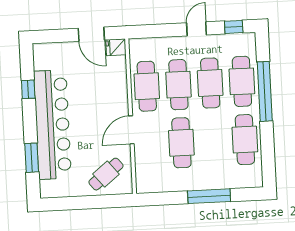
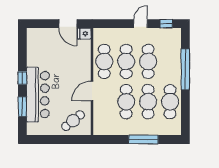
cafe table: (242, 81) -> (148, 102), moved
window: (28, 89) -> (22, 78), moved
bar counter: (52, 125) -> (38, 95), width x0.73

